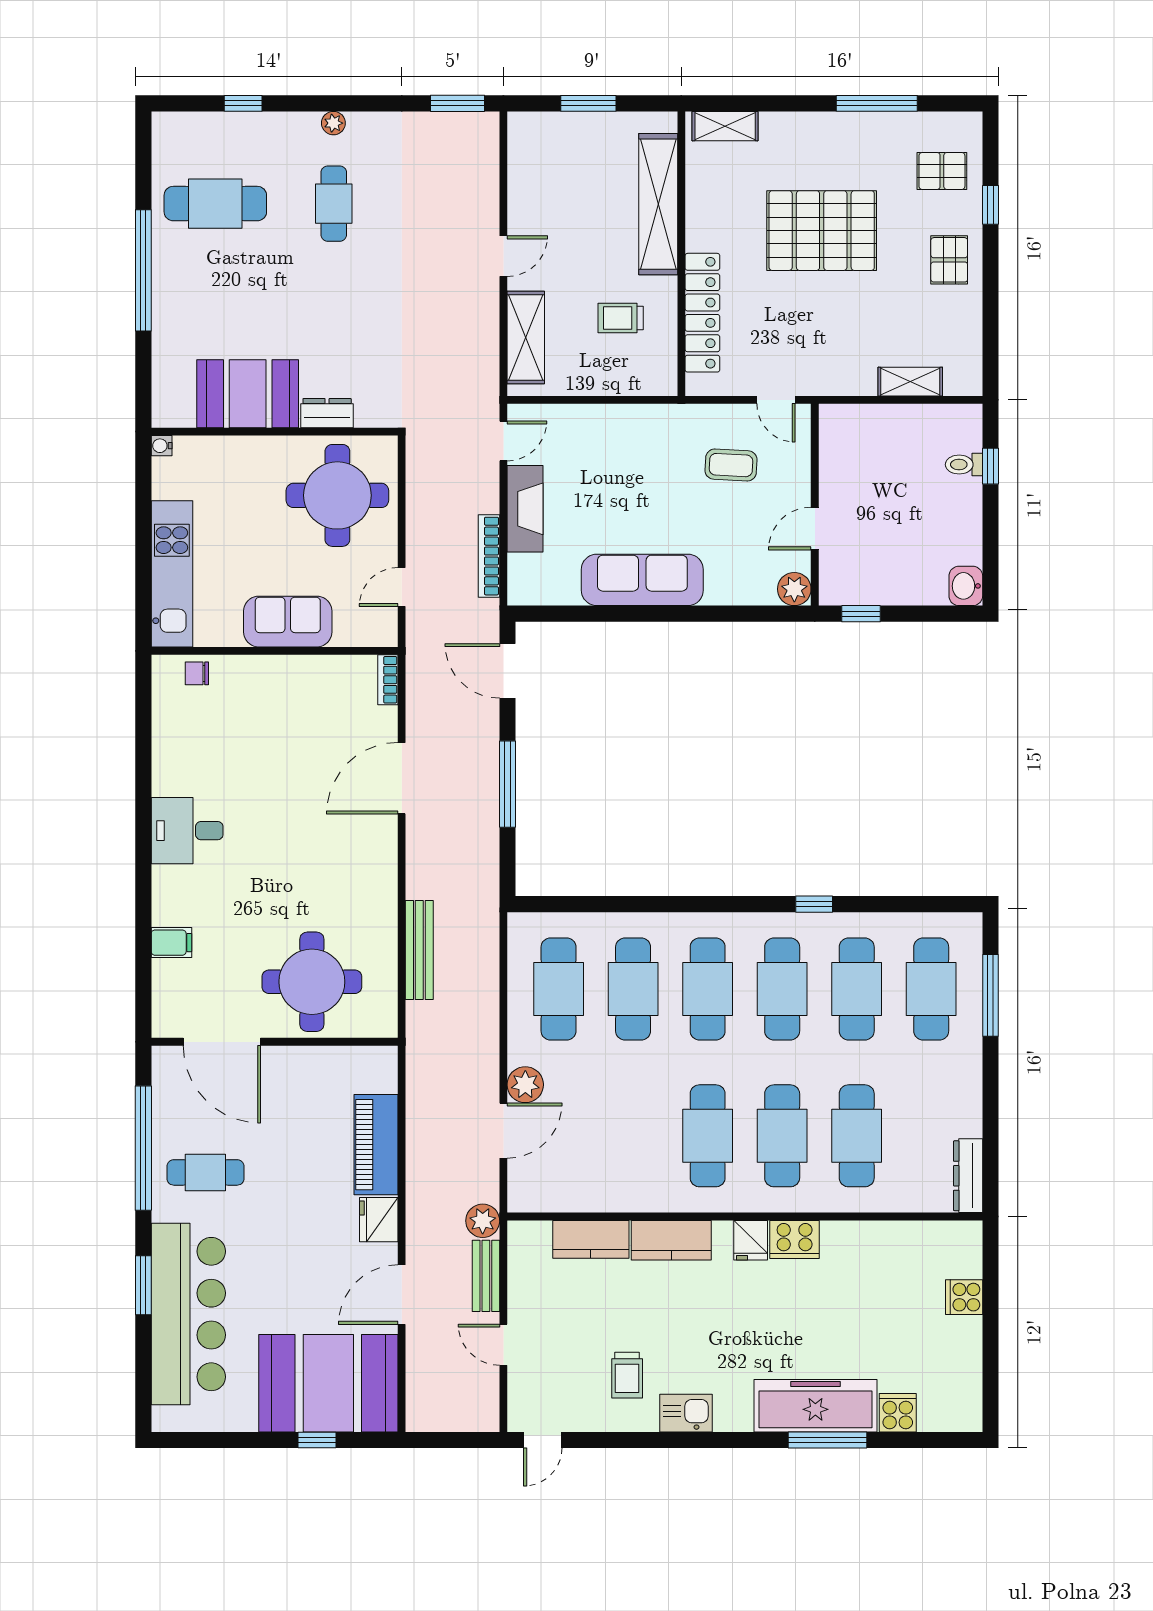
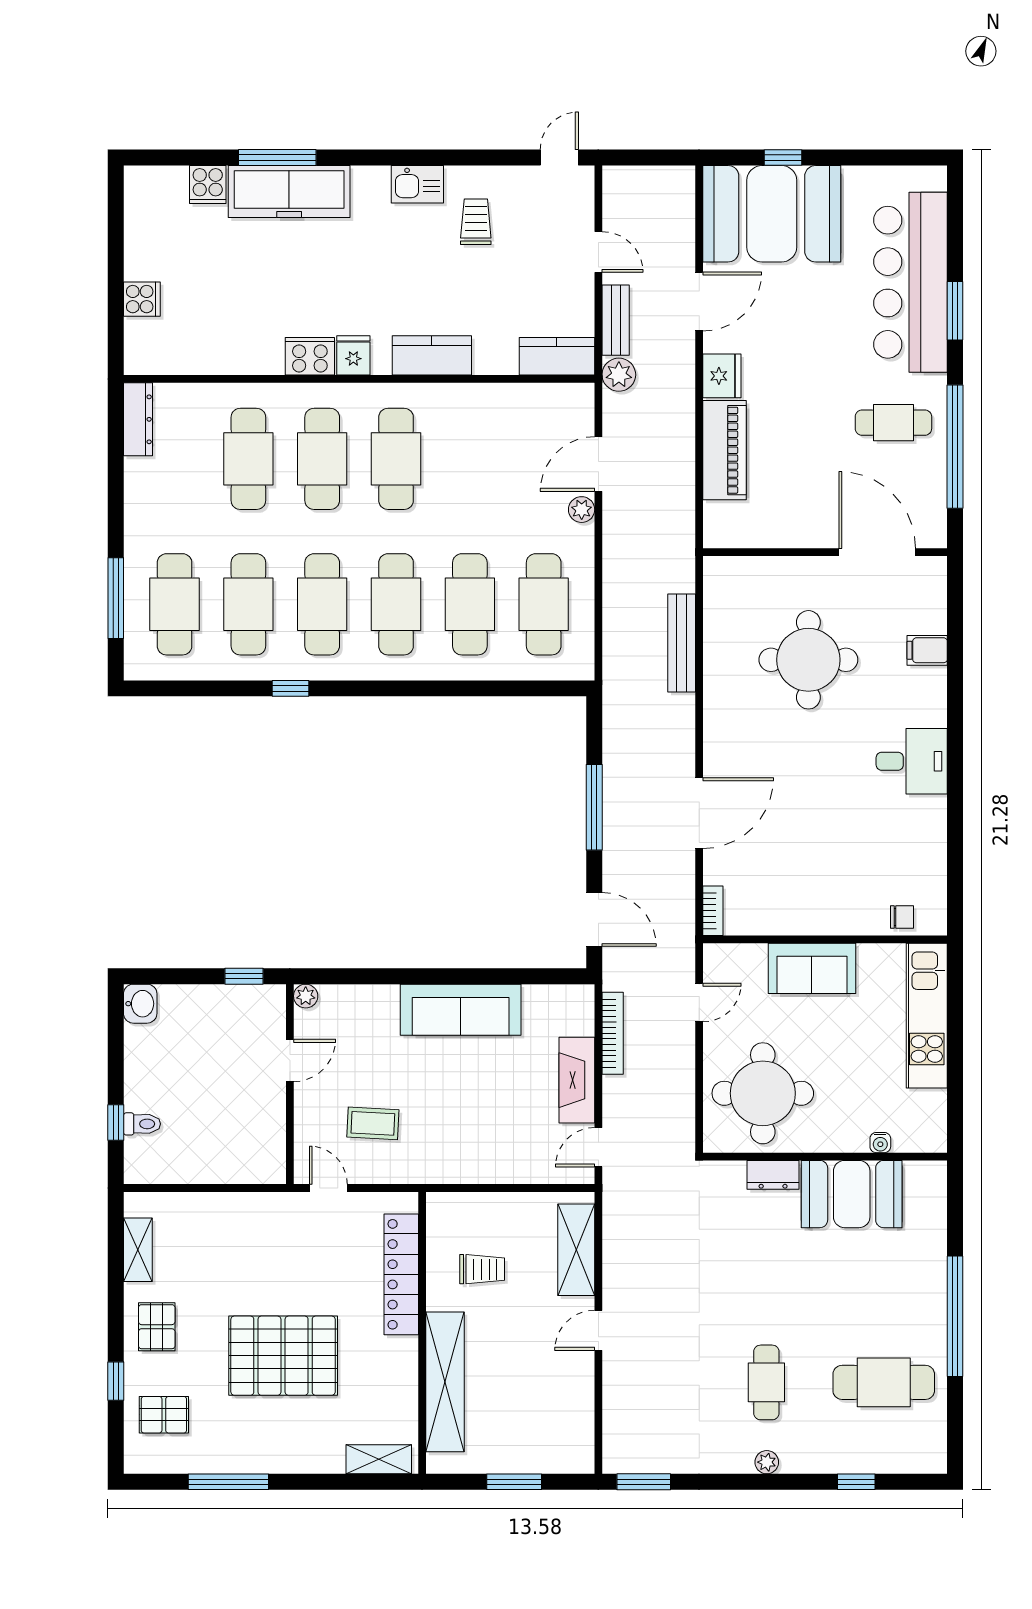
shelving: (910, 382) -> (138, 1250), moved, turned 90
water cooler: (162, 446) -> (880, 1143), moved, turned 90
plant: (794, 589) -> (306, 996), width x0.73, depth x0.73
round table: (312, 982) -> (808, 660), moved
plant: (525, 1085) -> (582, 510), width x0.73, depth x0.73
kitchen counter: (591, 1239) -> (557, 356), moved

